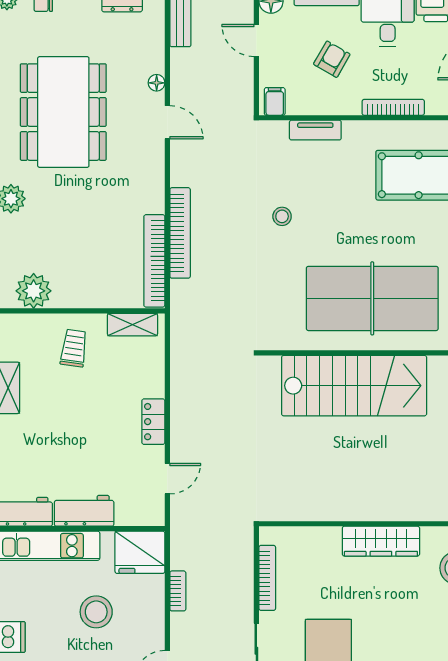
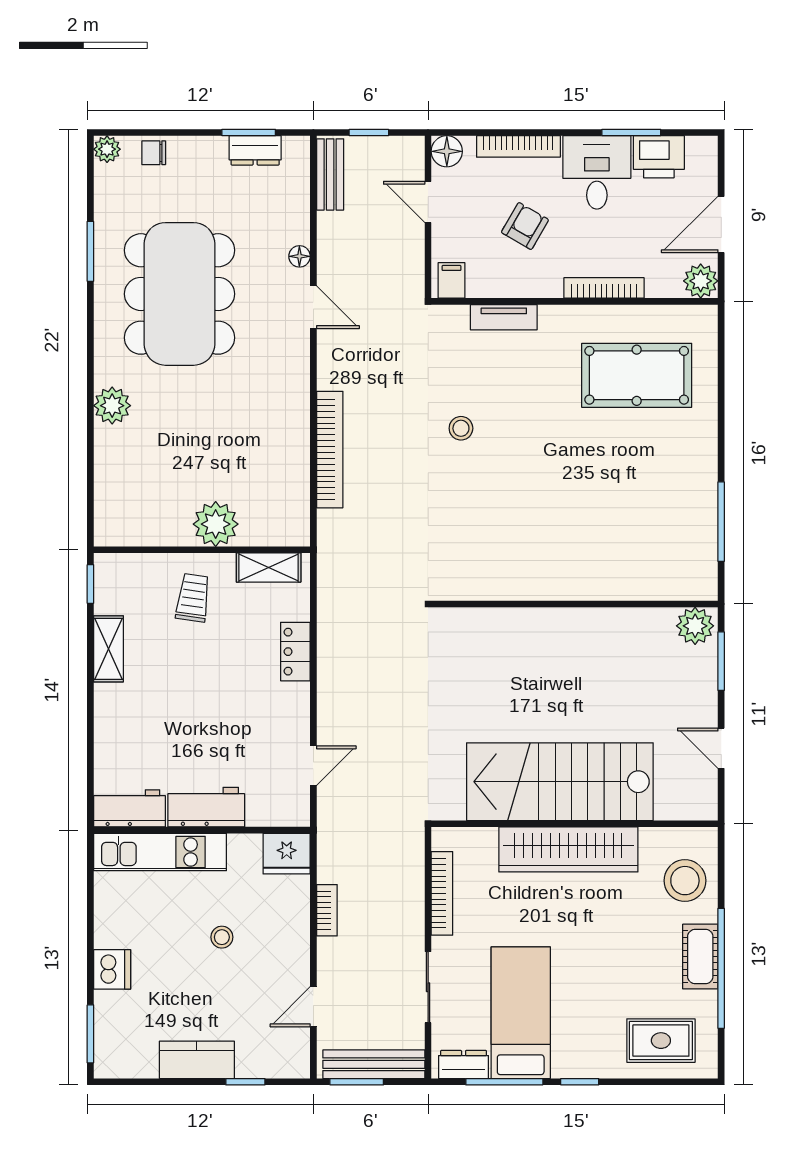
bookcase: (154, 261) -> (297, 486), removed
plant: (34, 291) -> (216, 524), moved
table tennis table: (372, 298) -> (577, 534), removed
stairs: (354, 386) -> (560, 782), moved, turned 180
locker: (153, 422) -> (295, 652), moved
wardrobe: (381, 541) -> (568, 849), width x1.40, depth x1.17
fridge: (140, 552) -> (287, 854), width x0.73, depth x0.75
stool: (96, 612) -> (222, 937), width x0.53, depth x0.53

